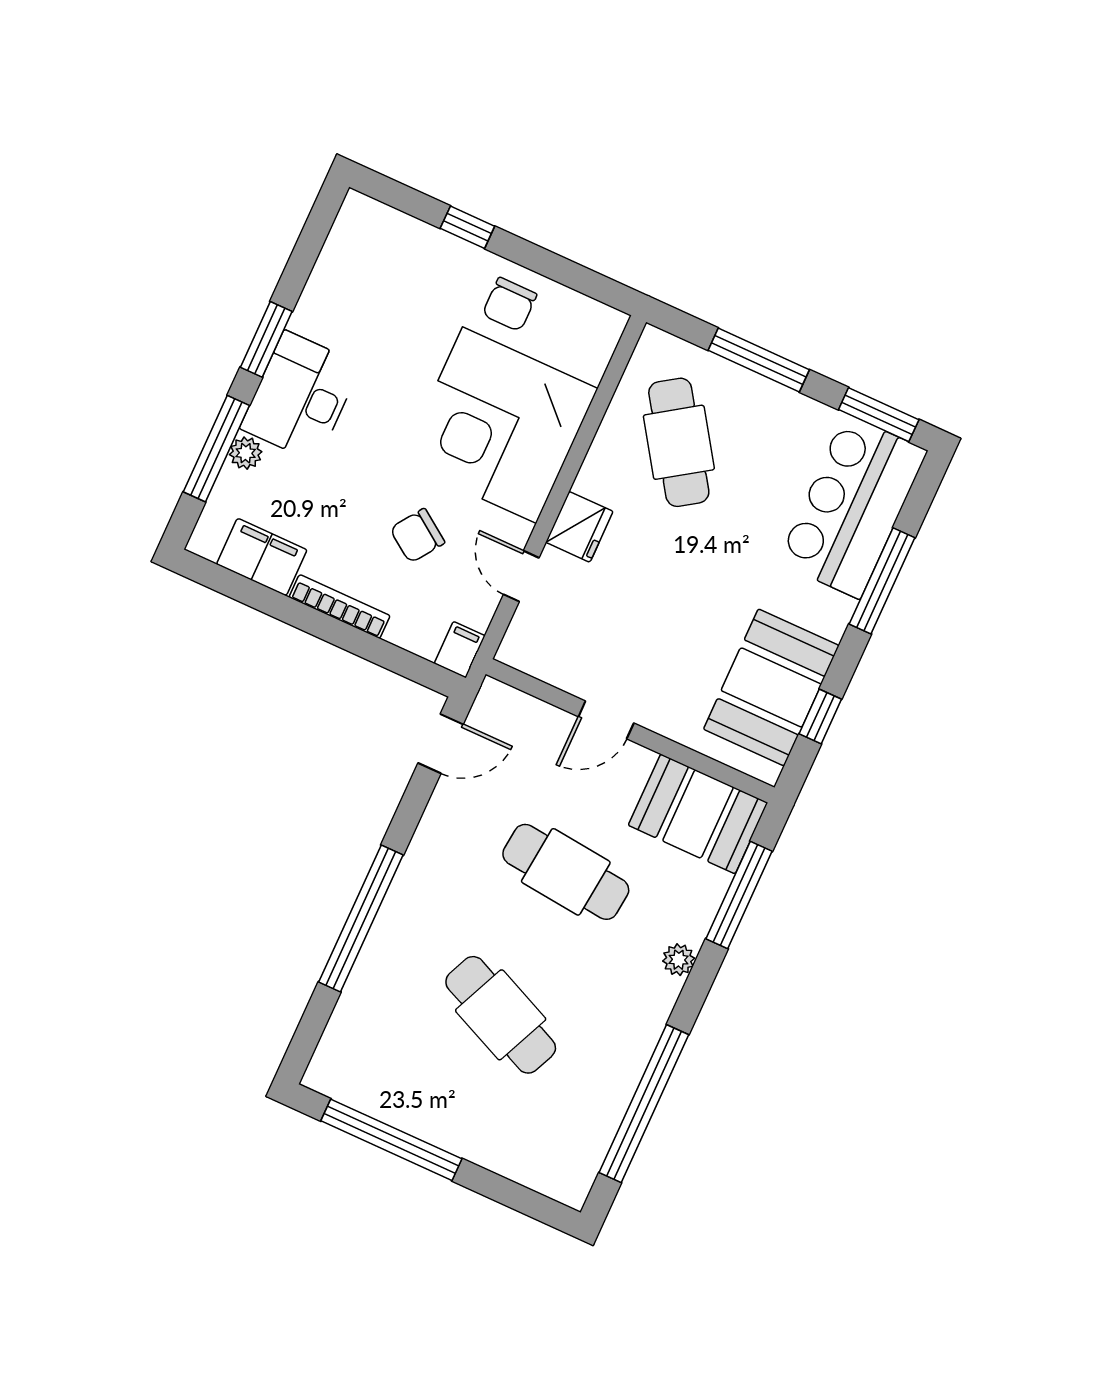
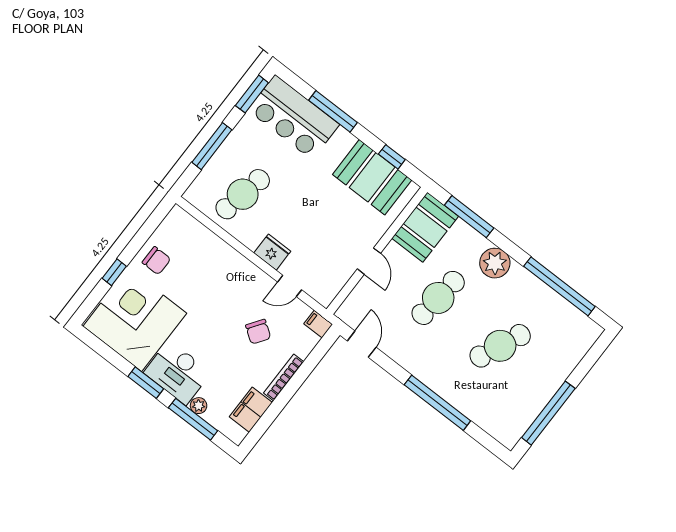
corner desk: (499, 425) -> (135, 320), moved, turned 180
cafe table: (679, 442) -> (243, 194), turned -45
plant: (679, 960) -> (495, 263), width x1.88, depth x1.88

